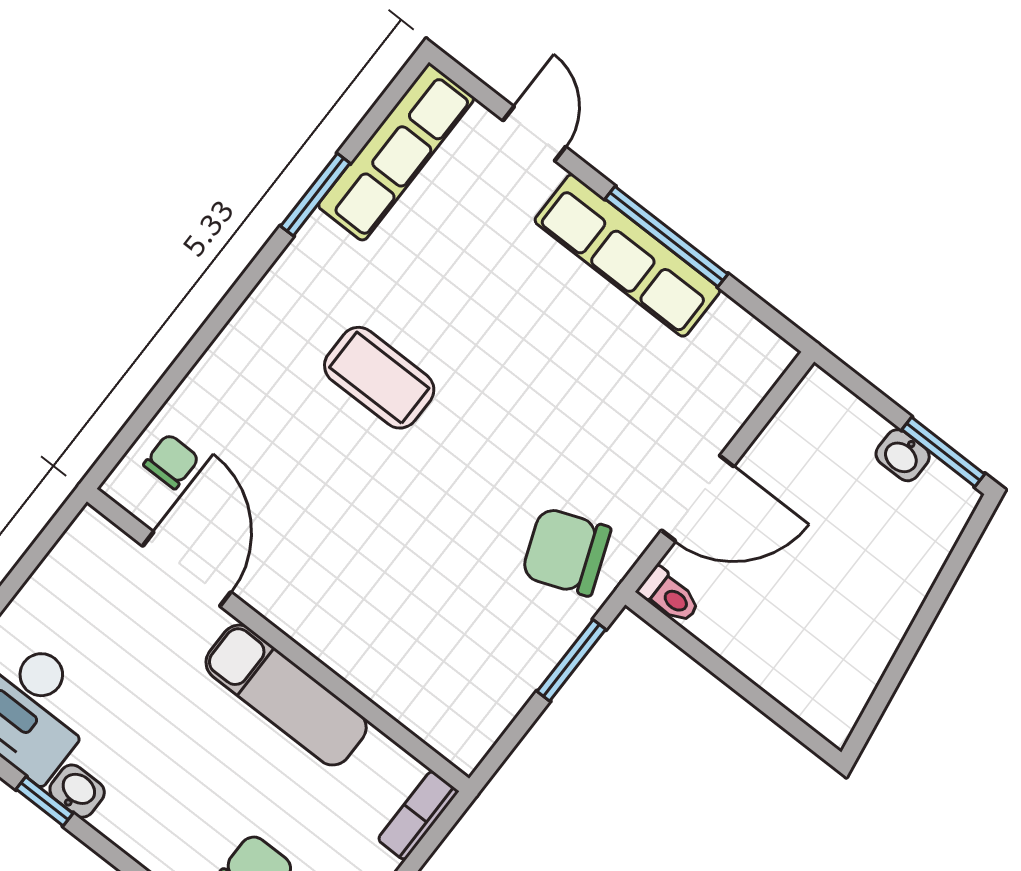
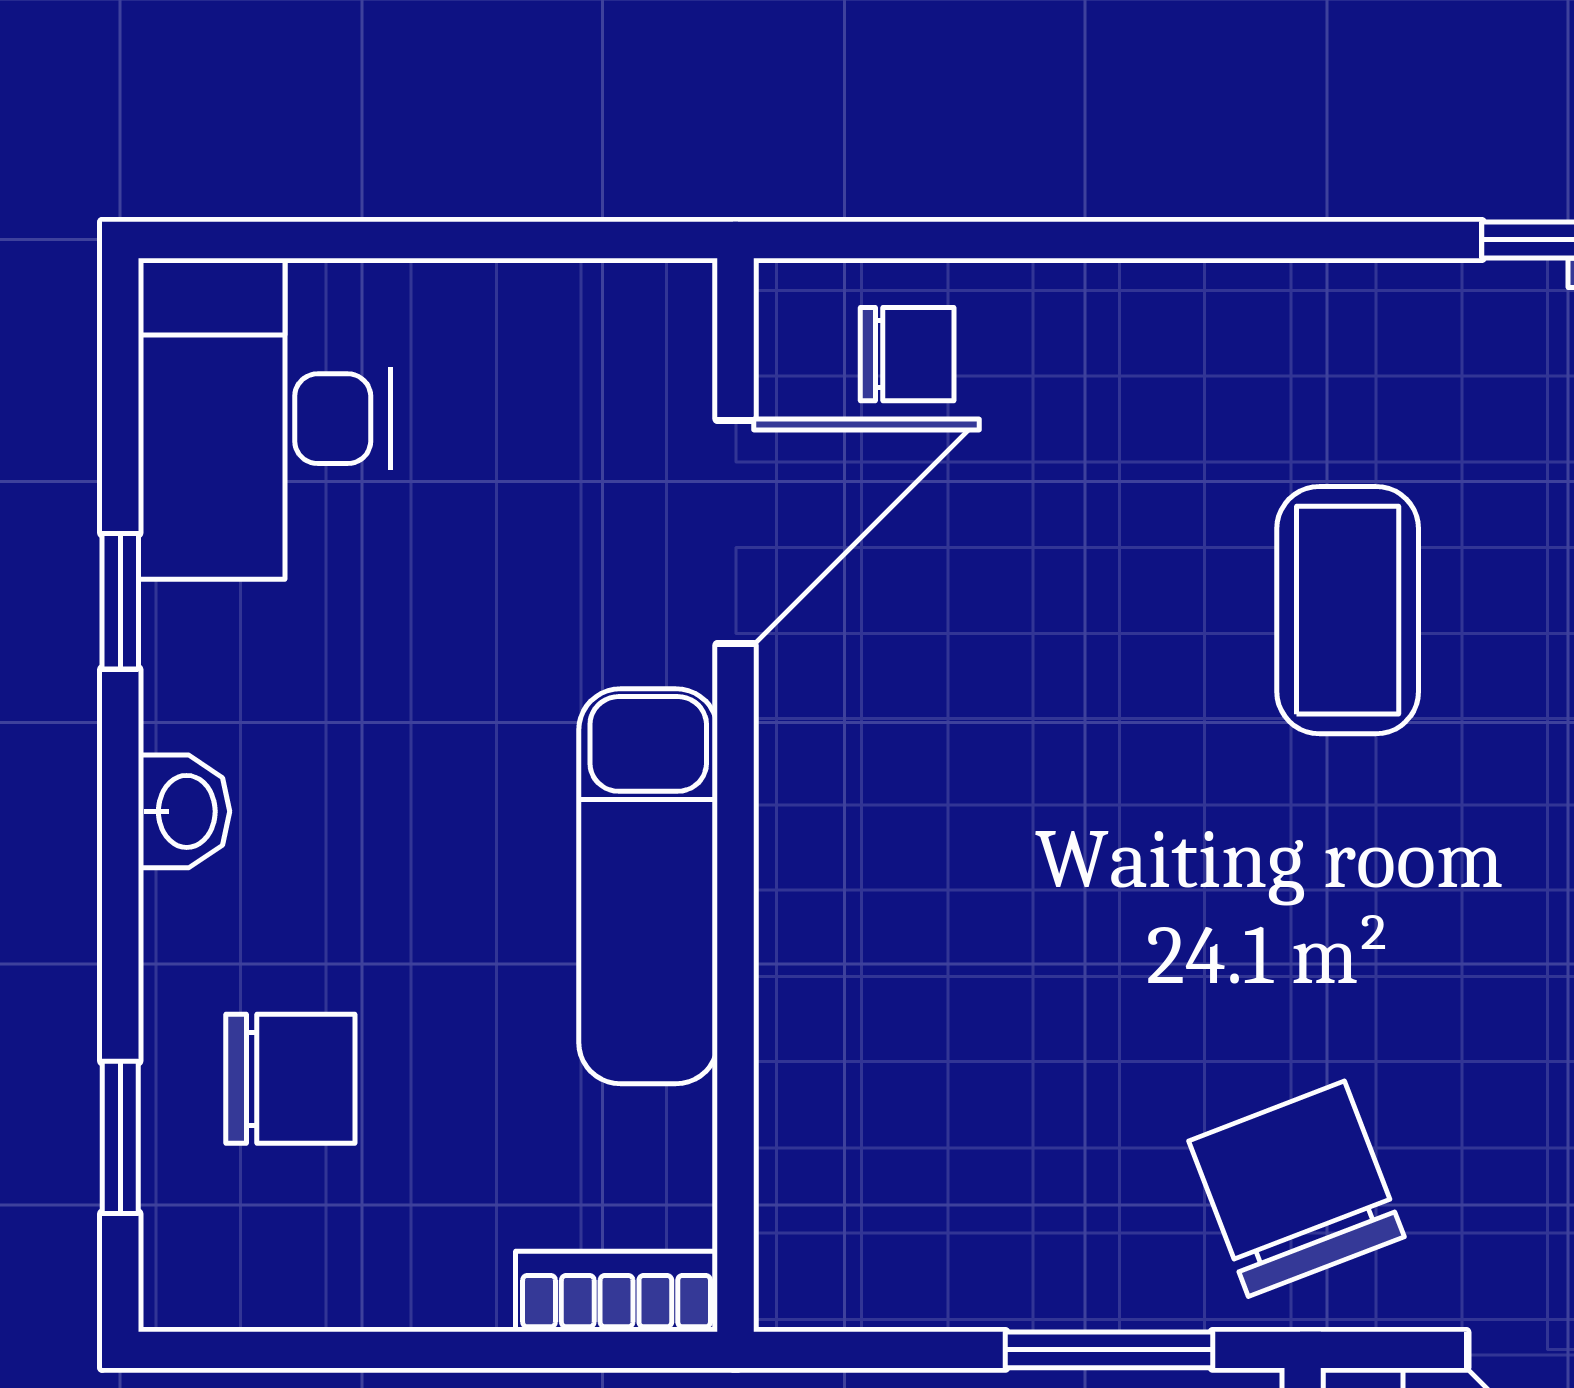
washbasin: (77, 791) -> (184, 811), moved

